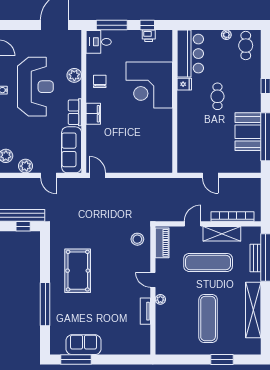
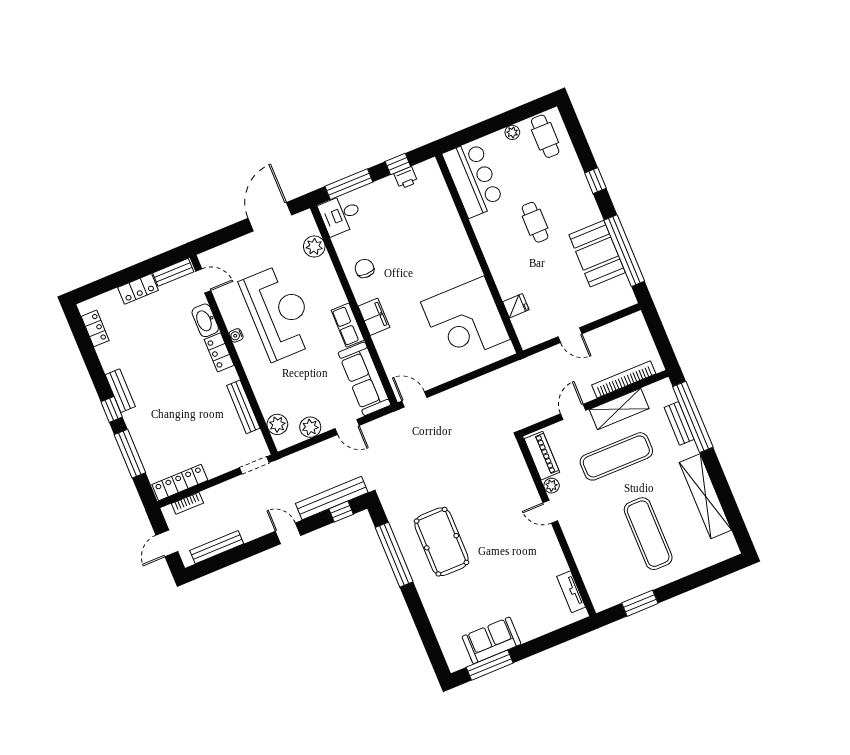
plant: (74, 75) -> (314, 246), moved
fridge: (184, 84) -> (516, 306), moved
corner desk: (149, 85) -> (465, 321), moved
stool: (137, 239) -> (506, 464), removed
plant: (160, 299) -> (552, 486), moved
window: (45, 304) -> (394, 555), moved
tv unit: (145, 311) -> (571, 592), moved
window: (222, 360) -> (640, 603), moved

